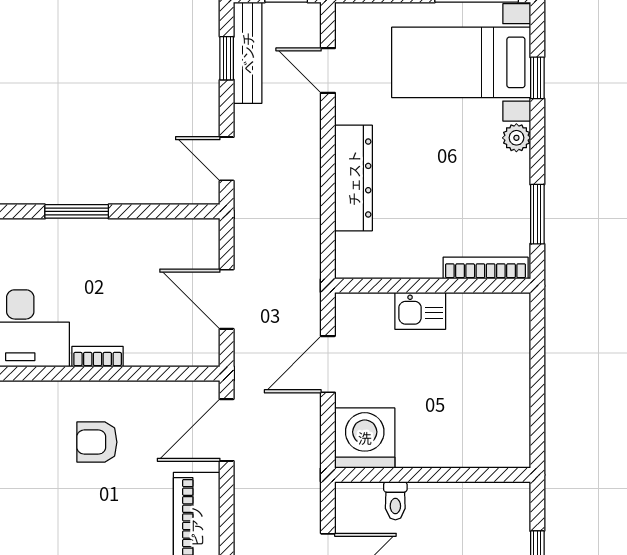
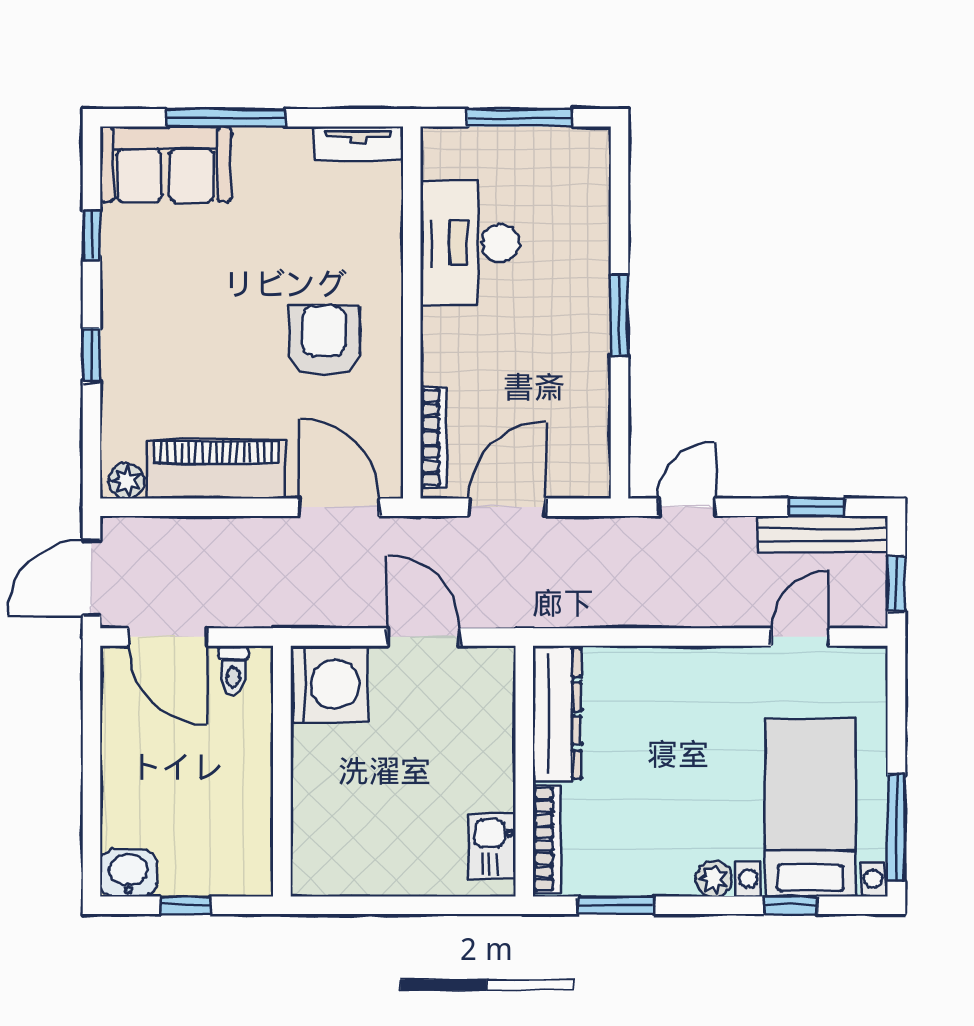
dresser: (354, 178) -> (557, 713), moved, turned -90
kitchen sink: (420, 311) -> (492, 846), moved
bookcase: (98, 357) -> (433, 438), moved, width x1.56
armchair: (97, 442) -> (324, 341), width x1.38, depth x1.38
toilet: (395, 501) -> (233, 670), moved, turned -90

